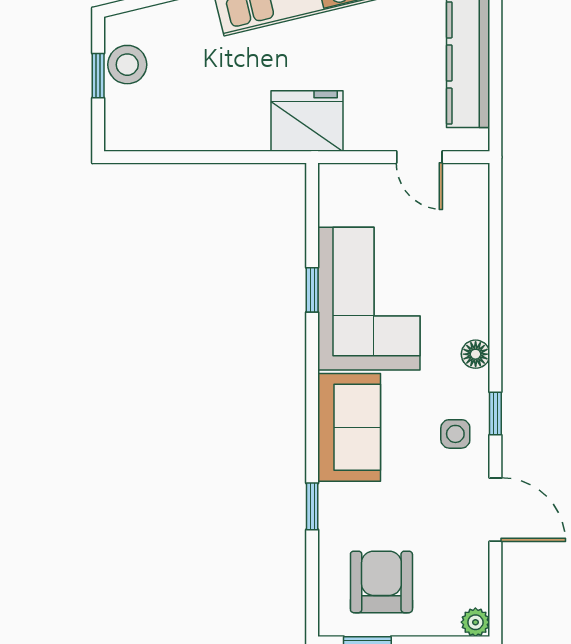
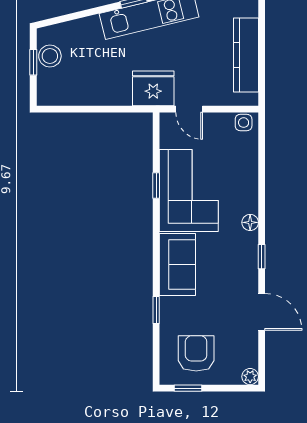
door: (419, 157) -> (189, 109), moved
side table: (455, 434) -> (244, 123), moved

